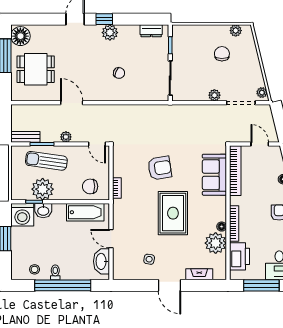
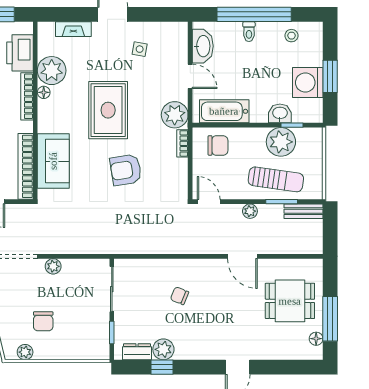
window: (104, 19) -> (162, 367), moved
plant: (110, 33) -> (163, 349), moved
floor lamp: (20, 36) -> (316, 339), width x0.53, depth x0.53
plant: (123, 210) -> (175, 115), added
washing machine: (22, 215) -> (308, 83), moved, turned -90
toilet: (55, 272) -> (249, 32), moved

